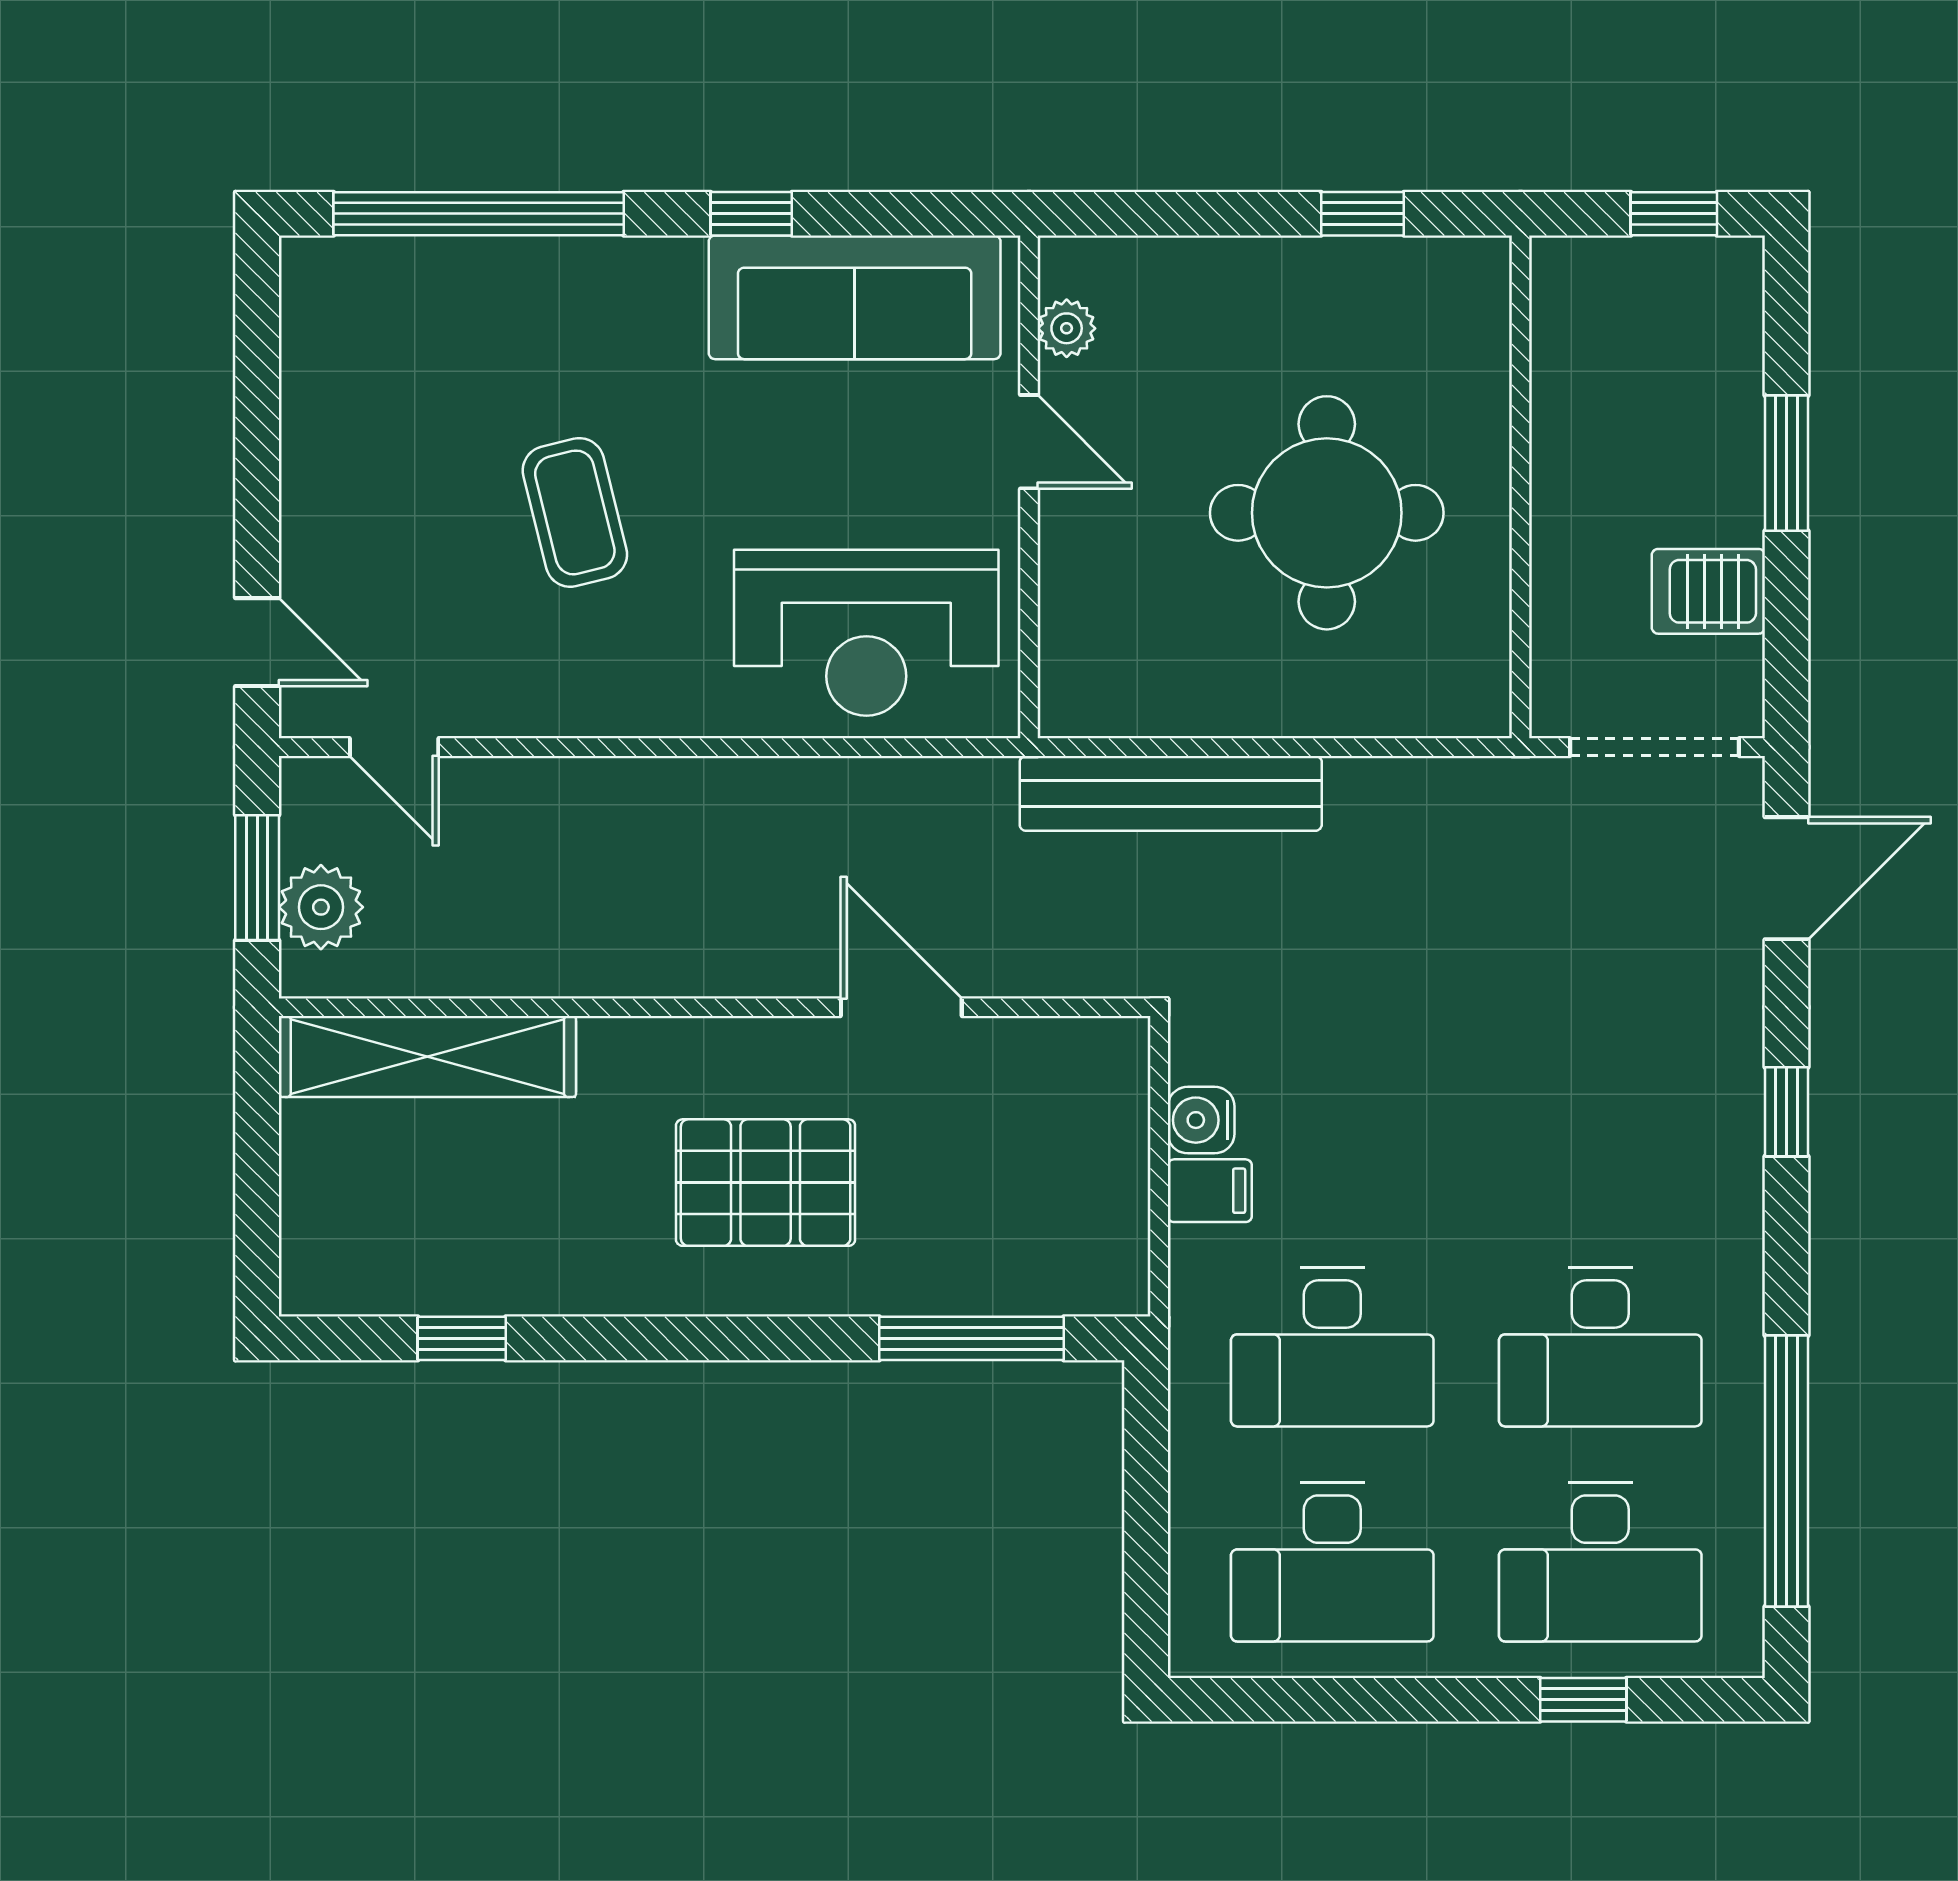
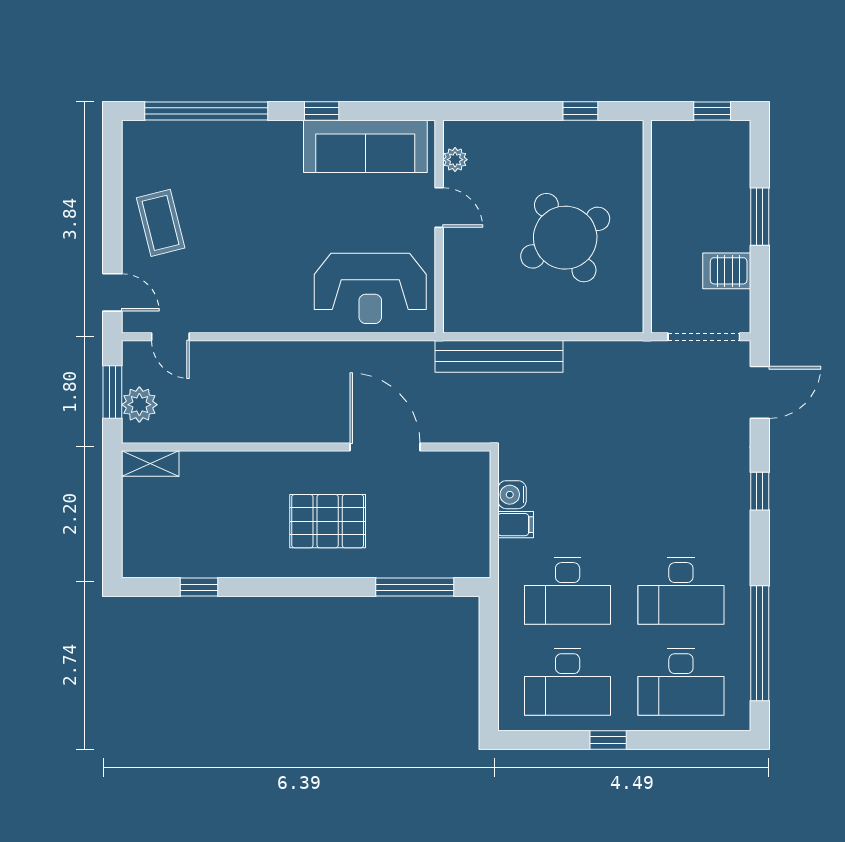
coffee table: (575, 512) -> (161, 223), moved
round table: (1327, 513) -> (565, 238), turned -30
door: (901, 1007) -> (385, 447), width x1.36
shelving: (427, 1057) -> (150, 463), width x0.45, depth x0.75
window: (1583, 1700) -> (608, 740), moved

